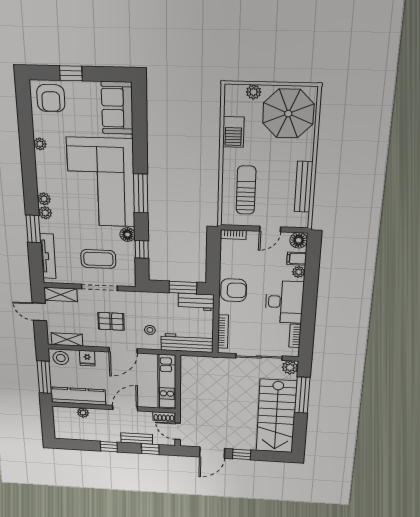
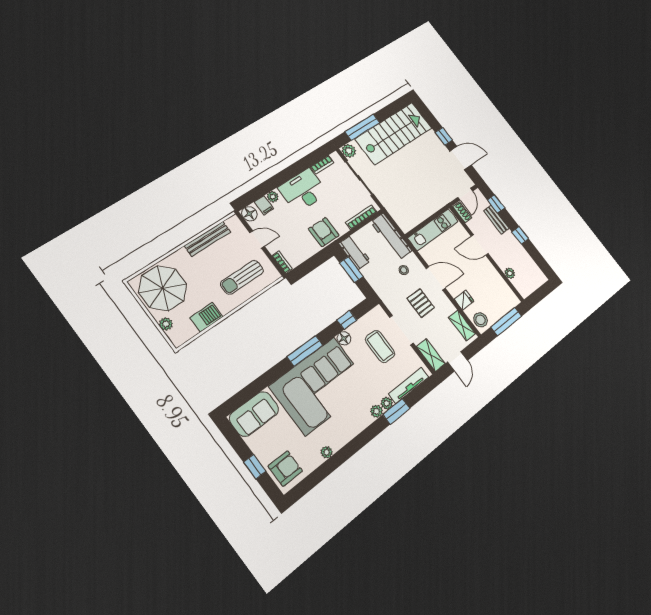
plant: (44, 199) -> (387, 403), moved
kitchen counter: (78, 396) -> (500, 286), removed

